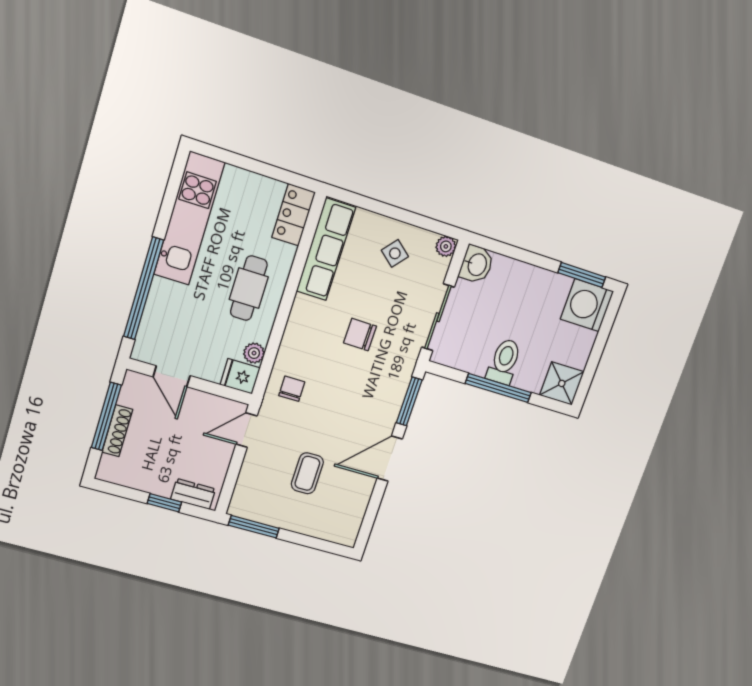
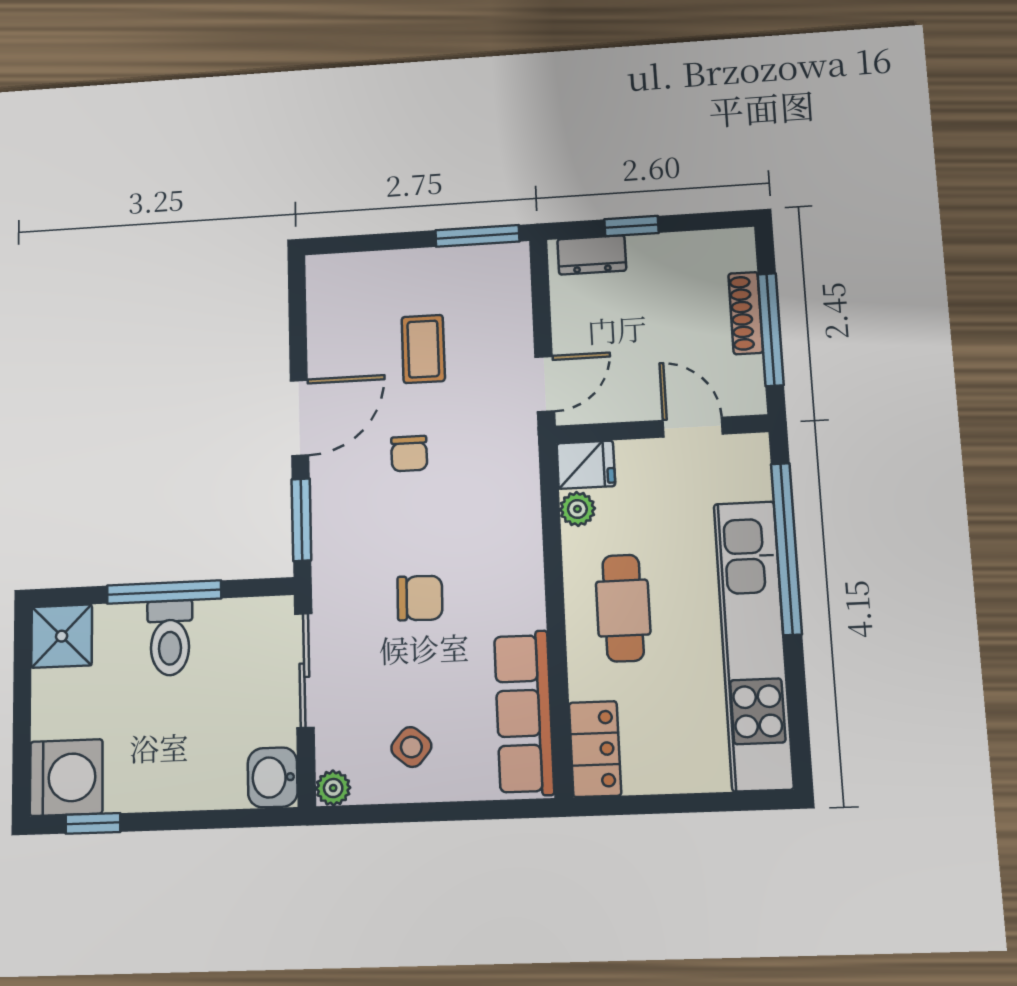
kitchen unit: (189, 219) -> (753, 645), width x1.36
window: (582, 275) -> (93, 823), width x0.67
chair: (292, 389) -> (409, 454), moved

